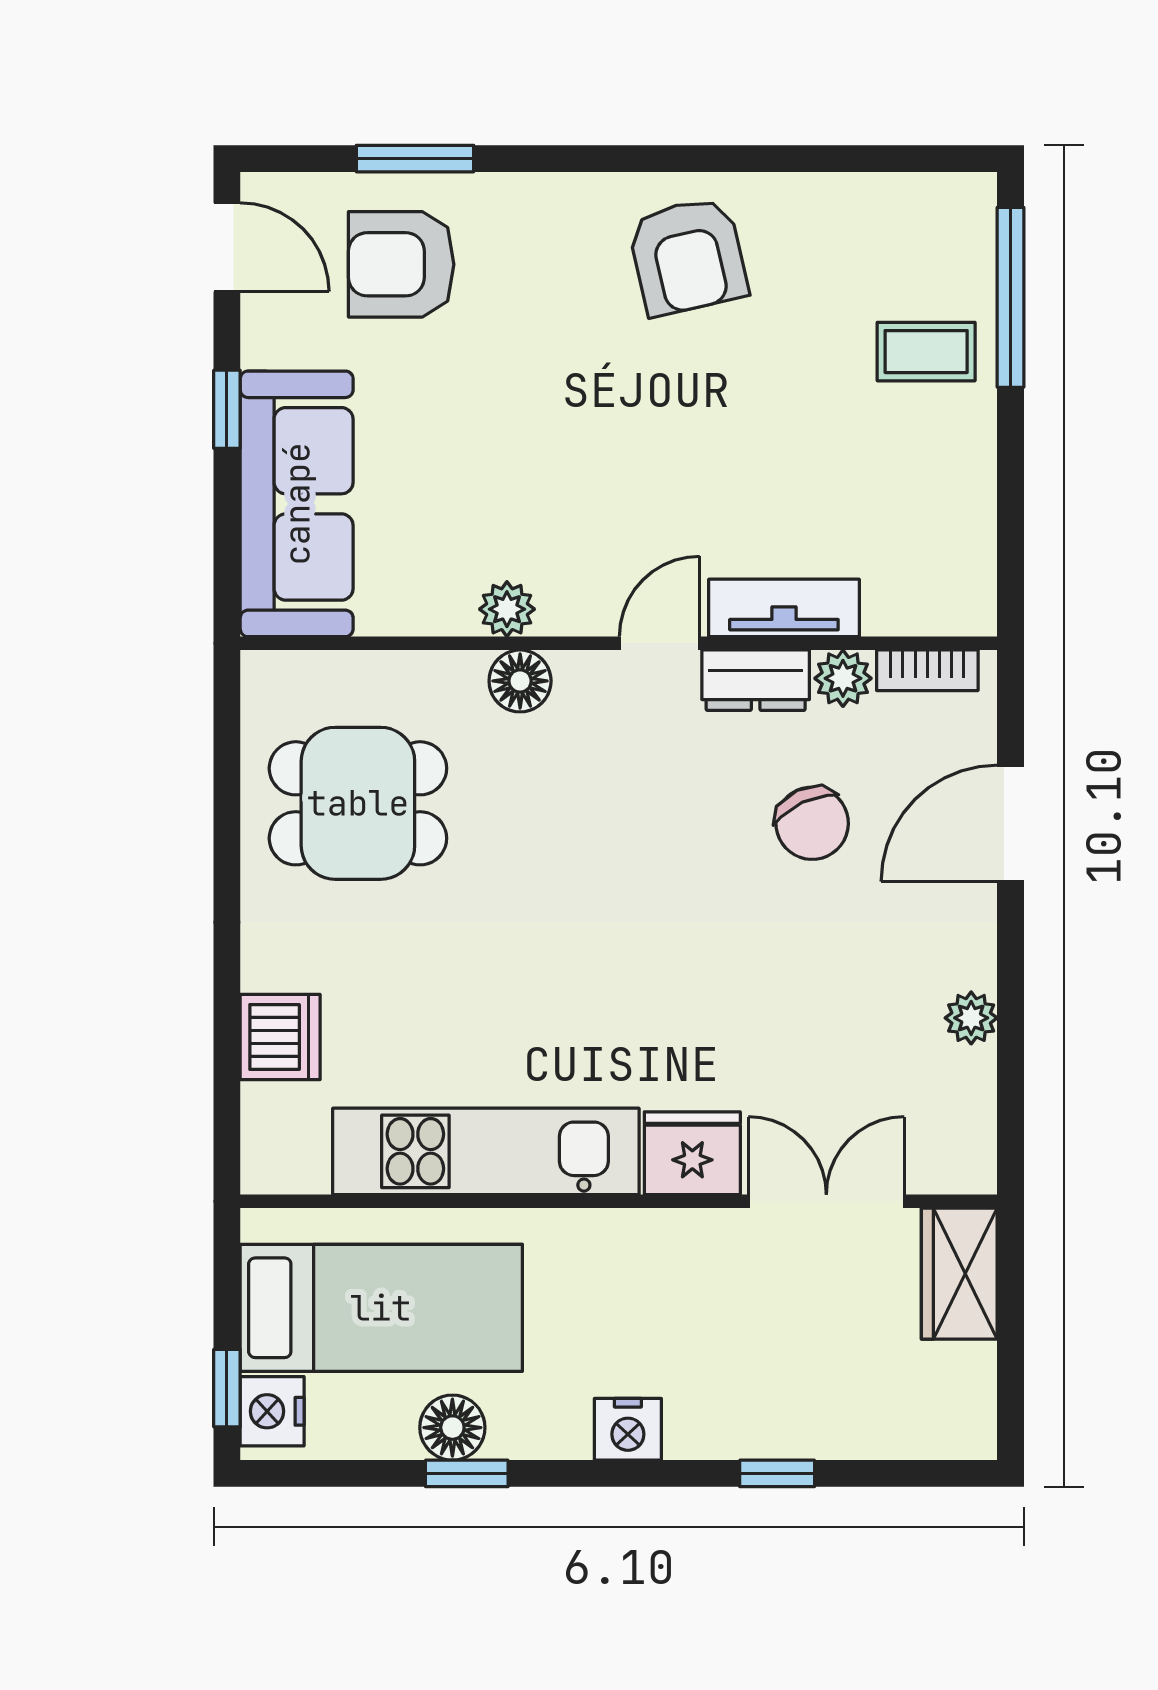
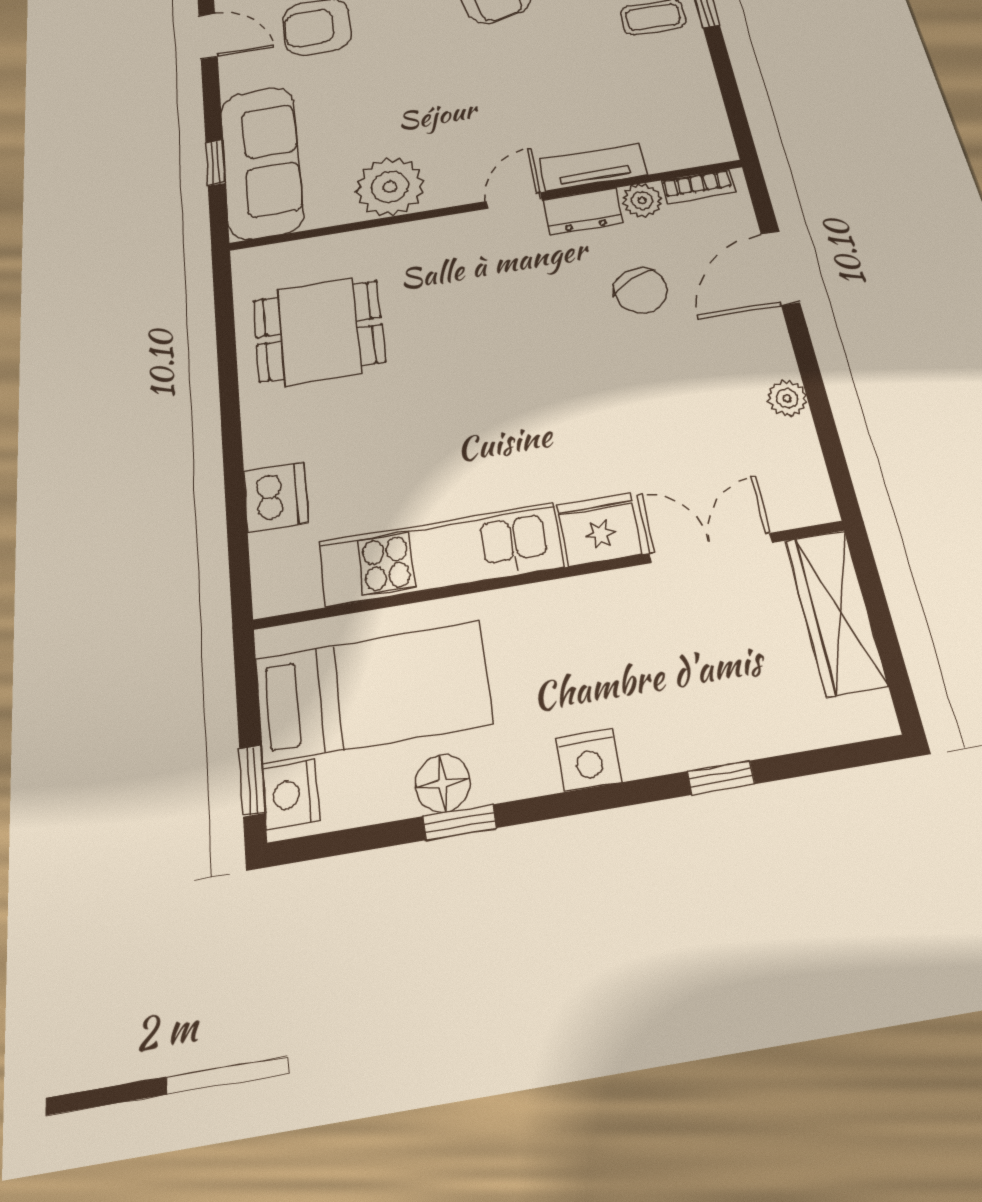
window: (227, 409) -> (215, 163), moved
plant: (507, 609) -> (390, 187), width x1.87, depth x1.87
floor lamp: (520, 681) -> (422, 238), removed
wardrobe: (959, 1274) -> (836, 612), width x1.50

